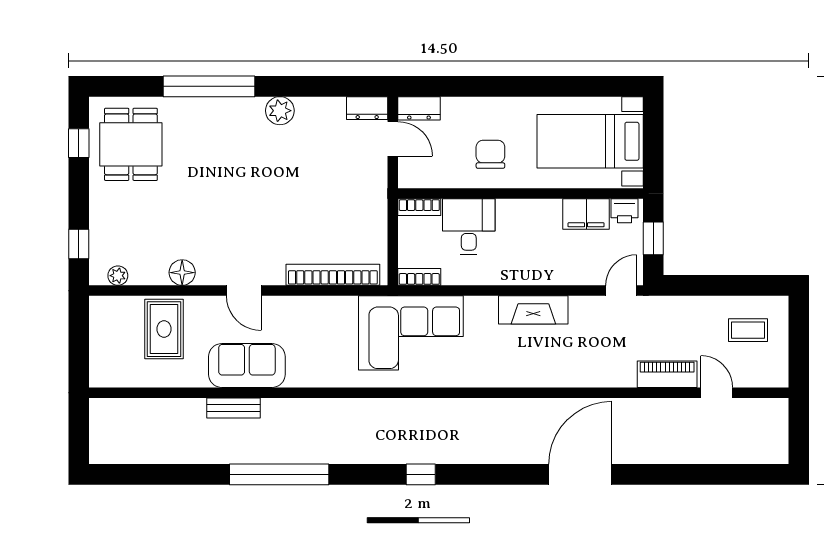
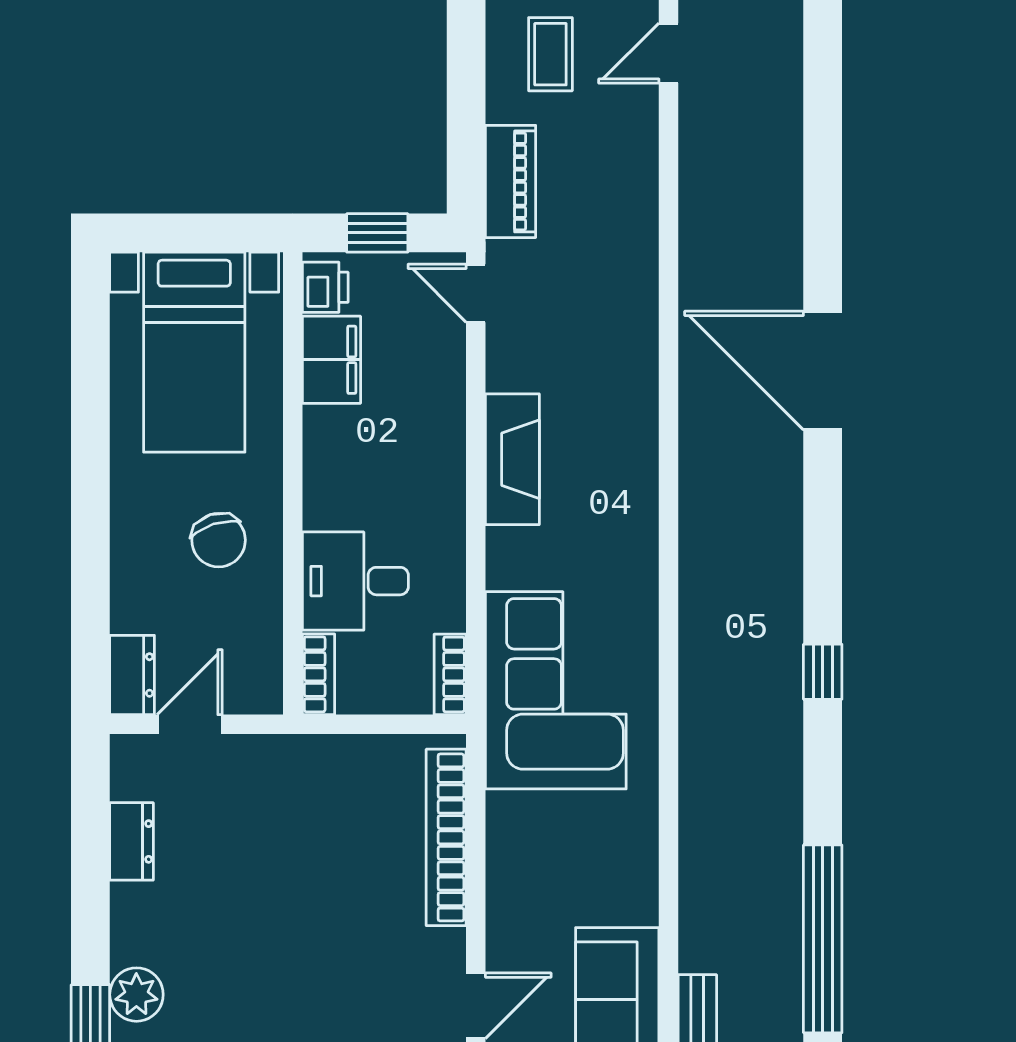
dresser: (367, 108) -> (132, 841), moved
plant: (280, 111) -> (136, 995), moved
chair: (490, 154) -> (219, 540), turned -108
piano: (667, 374) -> (511, 181), moved, turned 180
door: (717, 393) -> (669, 53), moved

